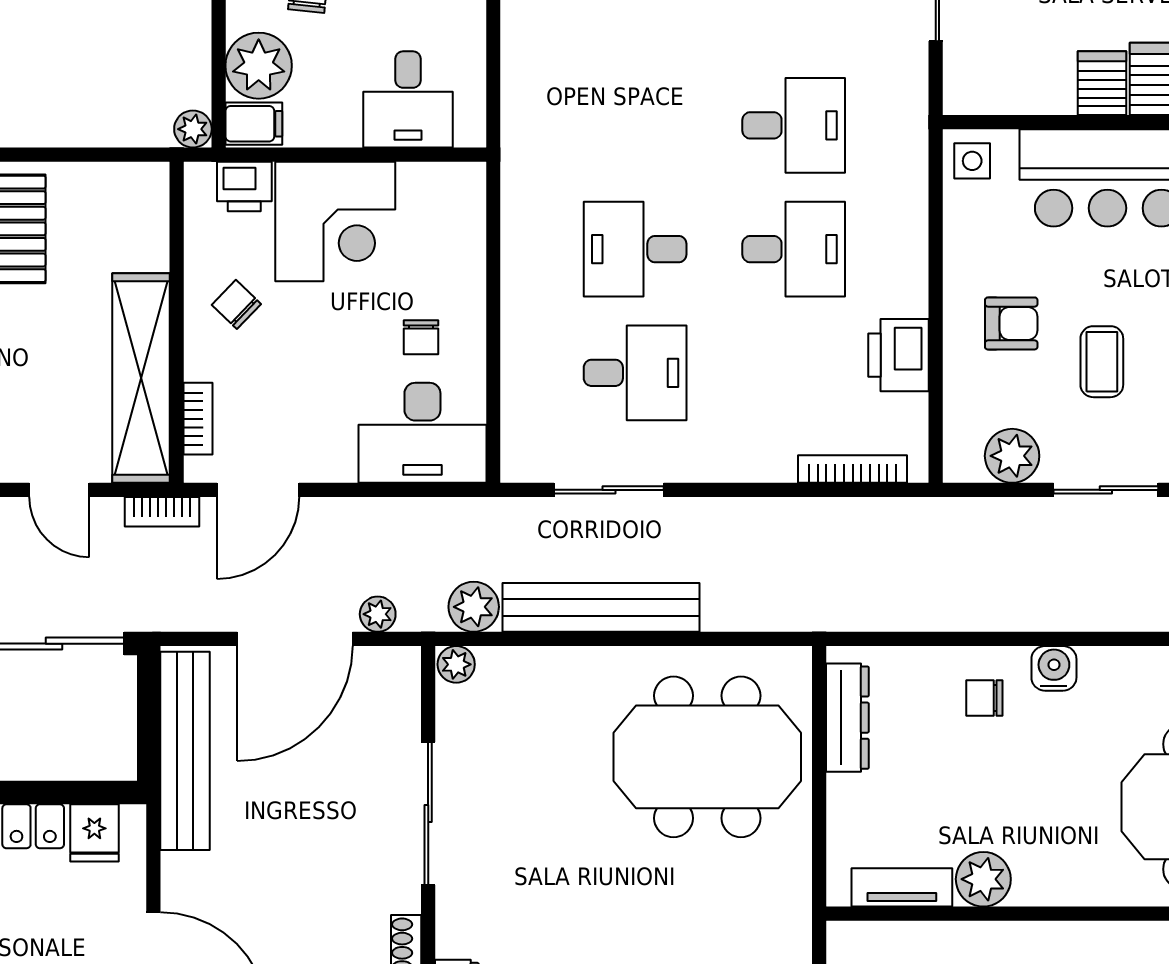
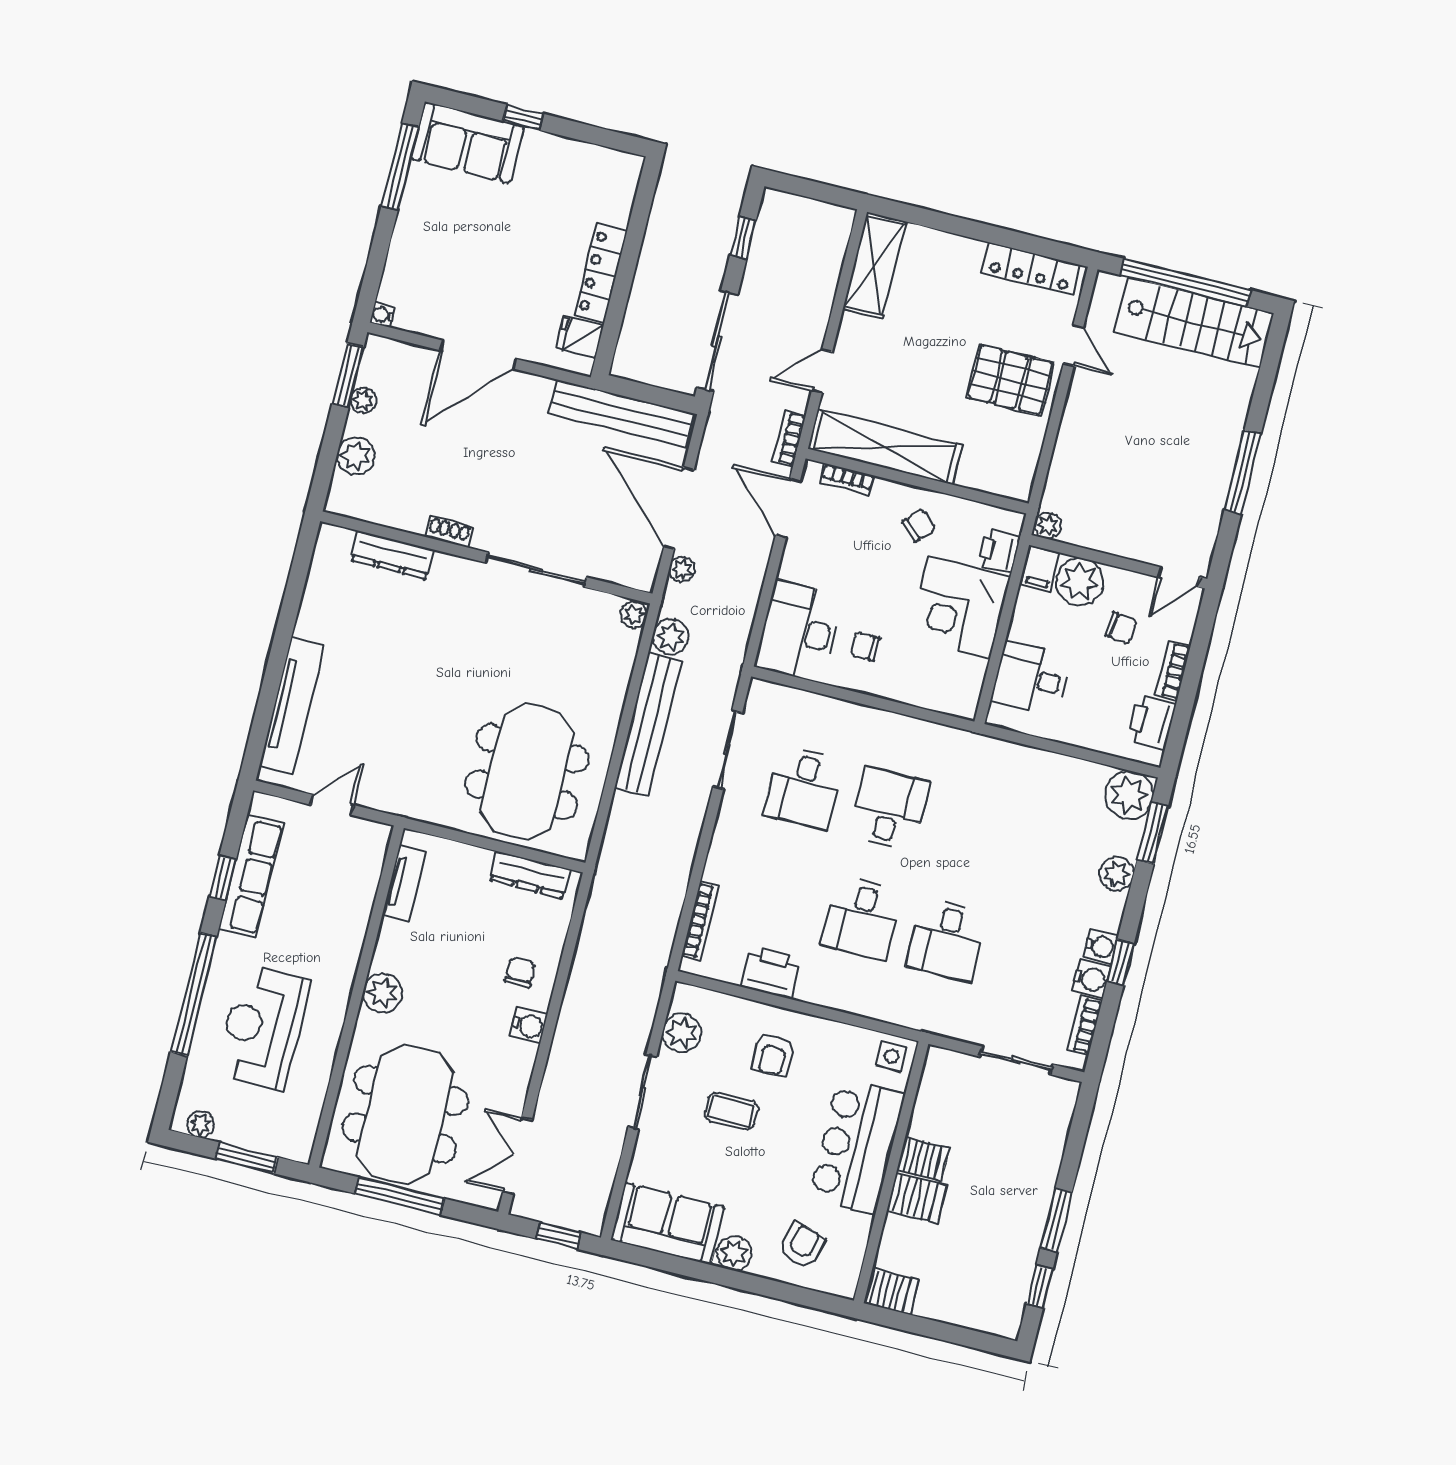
plant: (983, 879) -> (382, 993), moved

